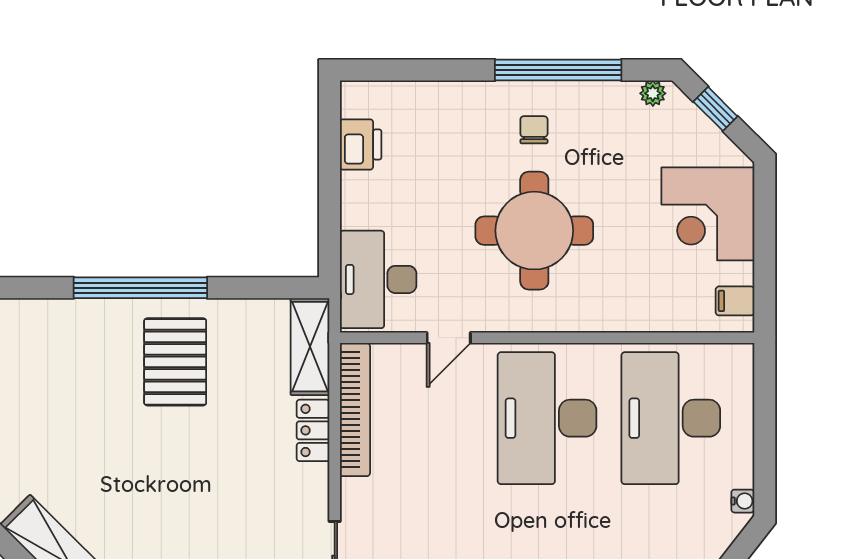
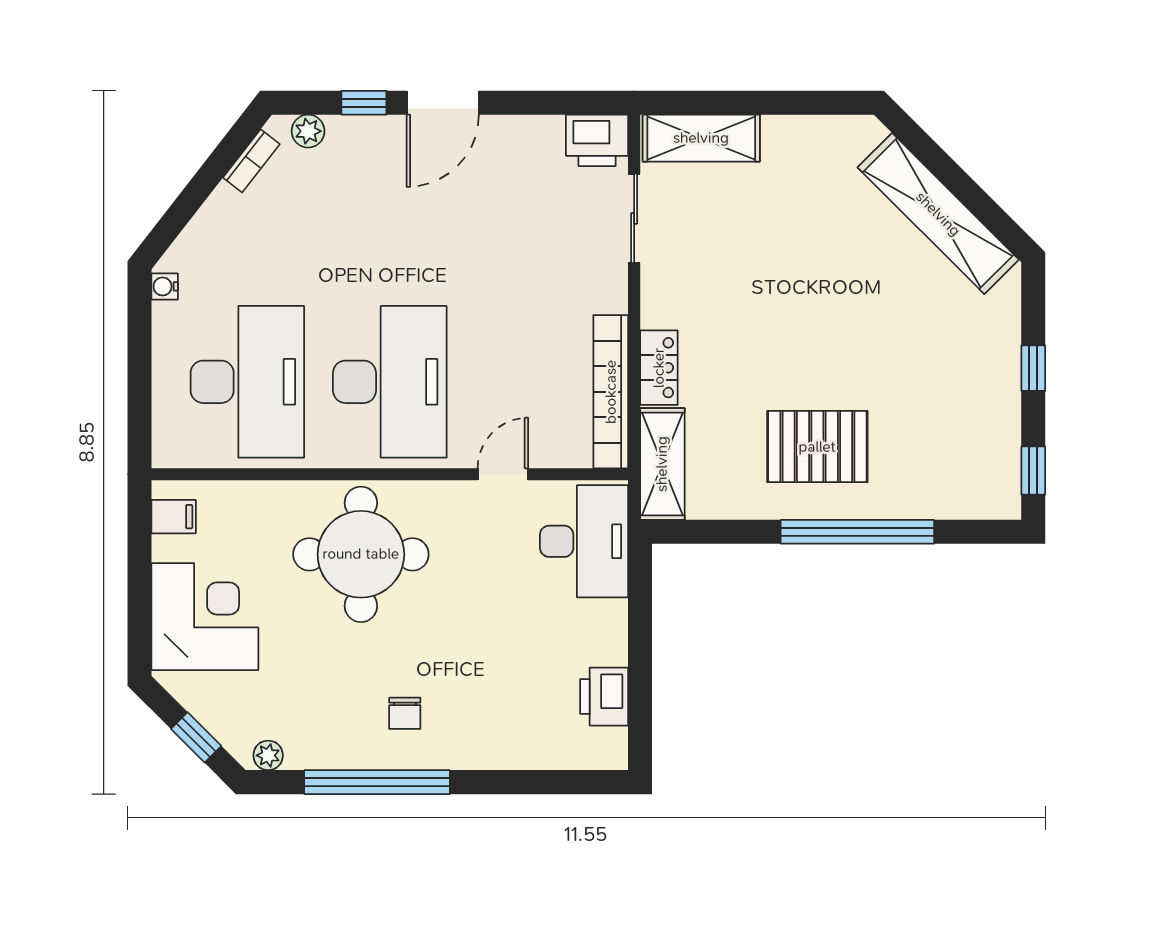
round table: (534, 231) -> (361, 554), moved
pallet: (175, 362) -> (817, 447), turned 90

